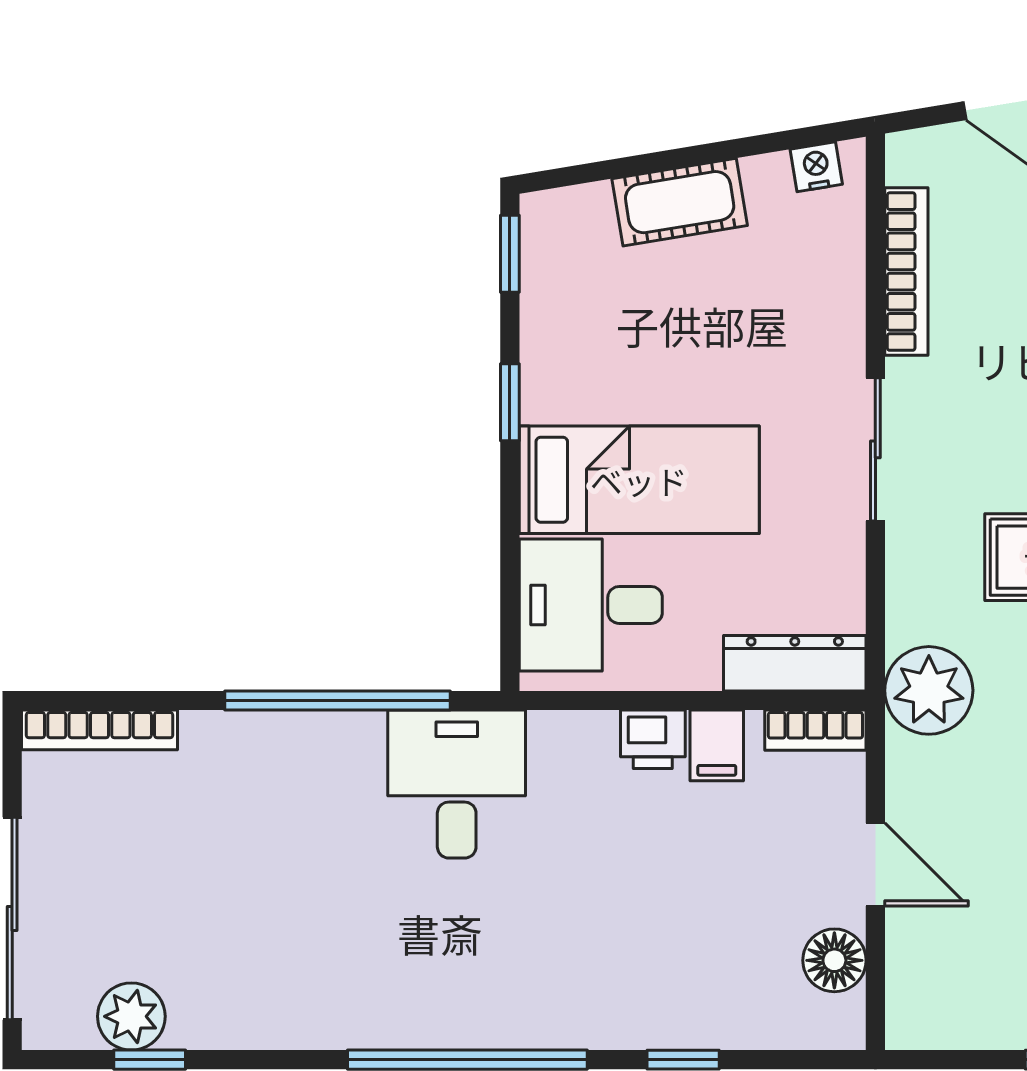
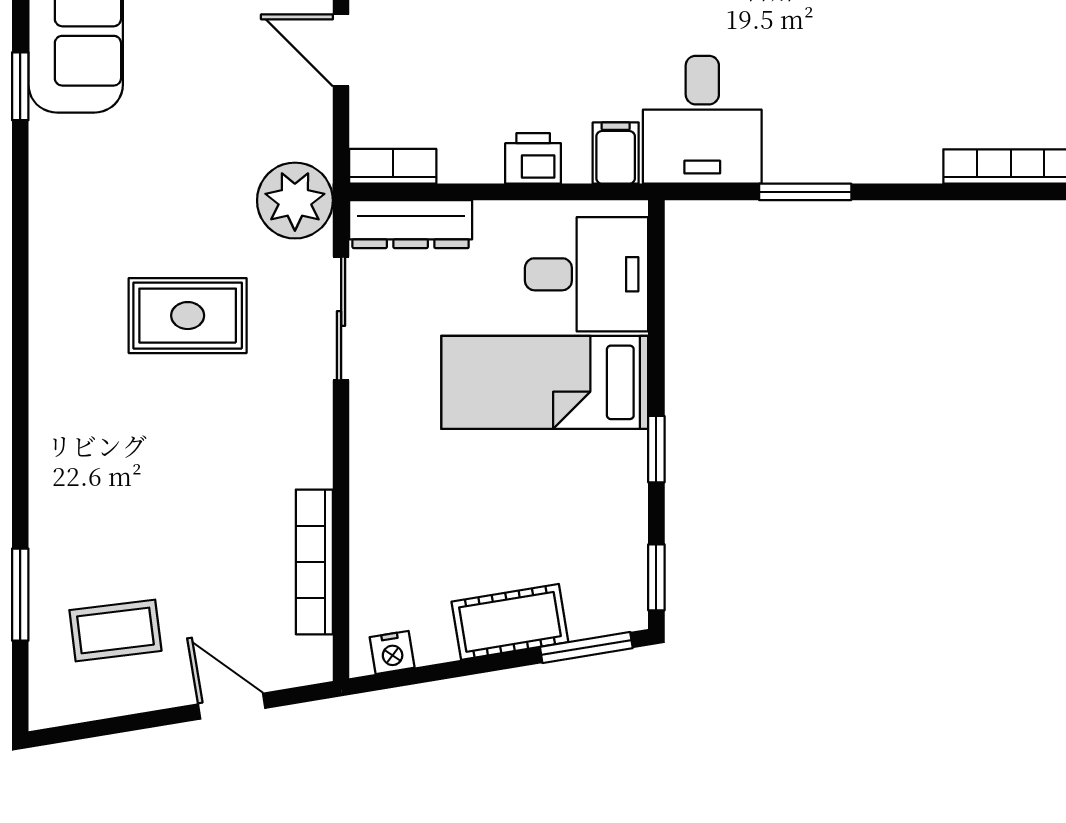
window: (591, 172) -> (586, 647), added
sliding door: (875, 449) -> (341, 319), moved
window: (337, 700) -> (805, 192), width x0.47
filing cabinet: (717, 745) -> (616, 153), moved

